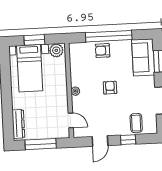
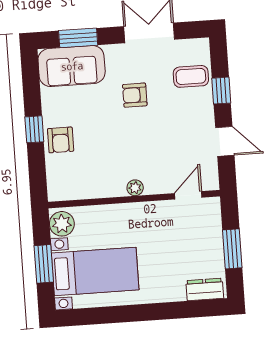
window: (109, 36) -> (34, 129), width x0.32
armchair: (110, 88) -> (135, 95), moved
dresser: (18, 124) -> (205, 289), width x0.70
window: (41, 144) -> (232, 249), width x0.69

